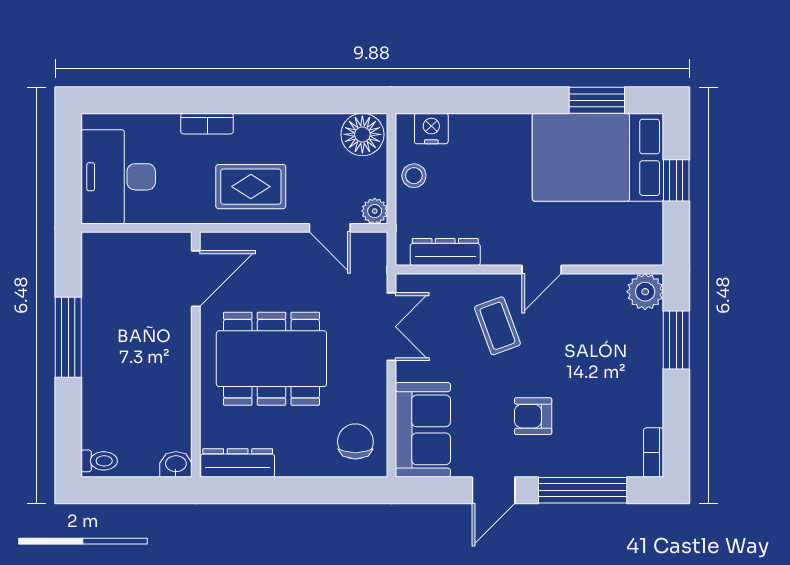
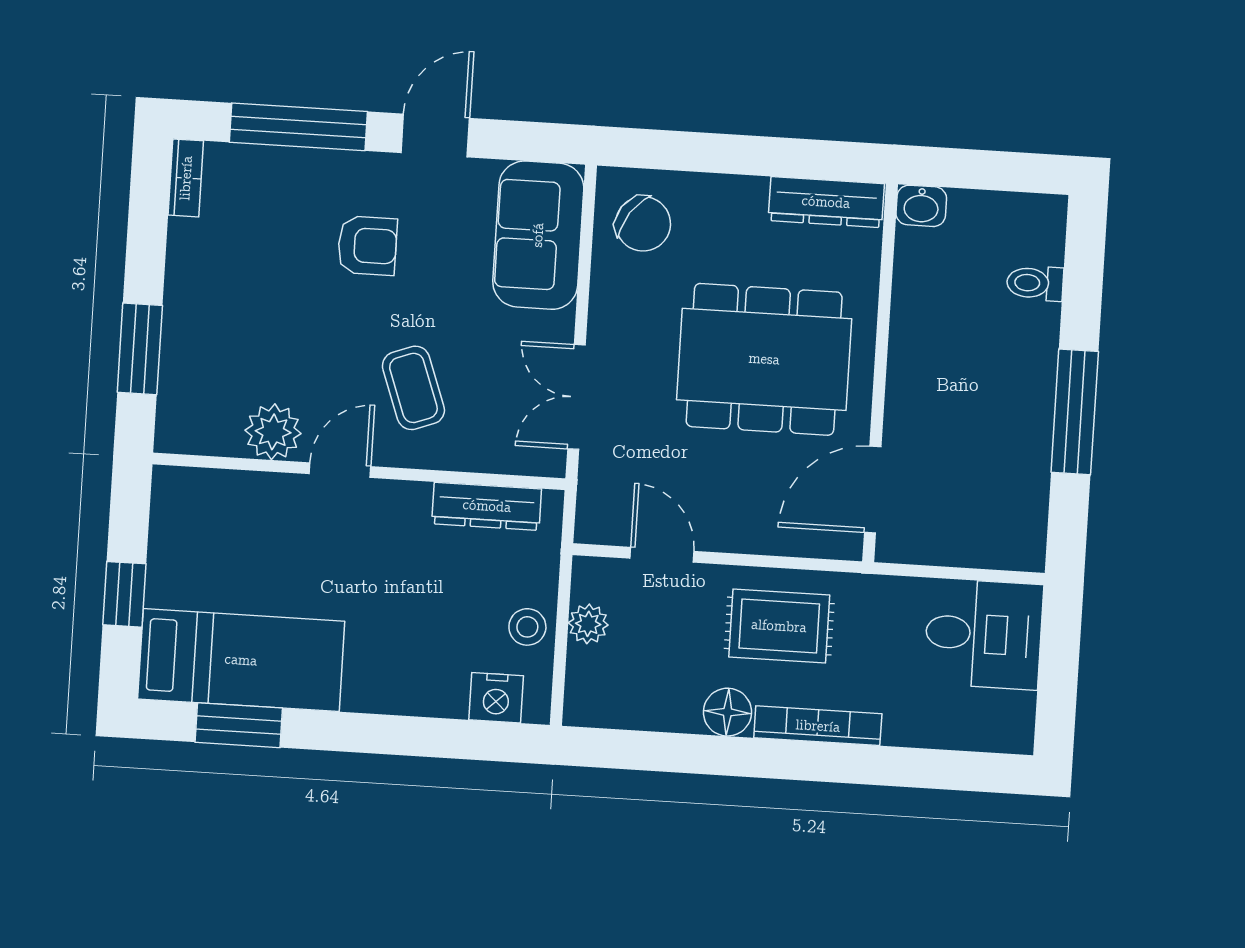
bookcase: (207, 124) -> (818, 726), width x1.56
floor lamp: (362, 134) -> (727, 712), moved, width x0.73, depth x0.73
bed: (598, 157) -> (241, 660), width x0.67
desk: (118, 177) -> (984, 634), width x0.73
plant: (375, 211) -> (588, 624), moved
plant: (645, 292) -> (273, 432), moved
chair: (355, 441) -> (643, 224), turned -55
toilet: (99, 461) -> (1035, 283), moved

